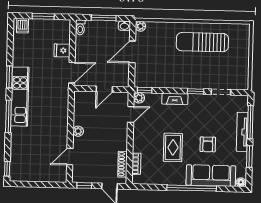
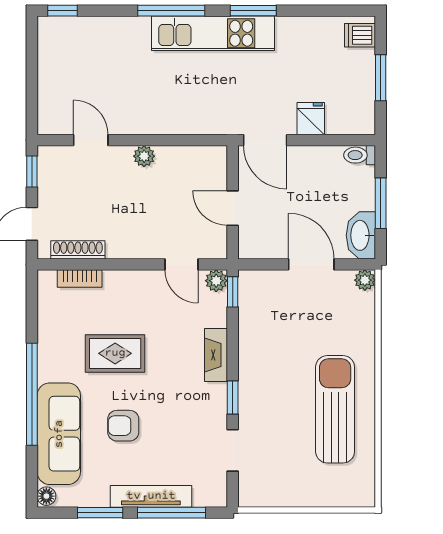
washbasin: (124, 26) -> (361, 235), width x1.91, depth x1.45

